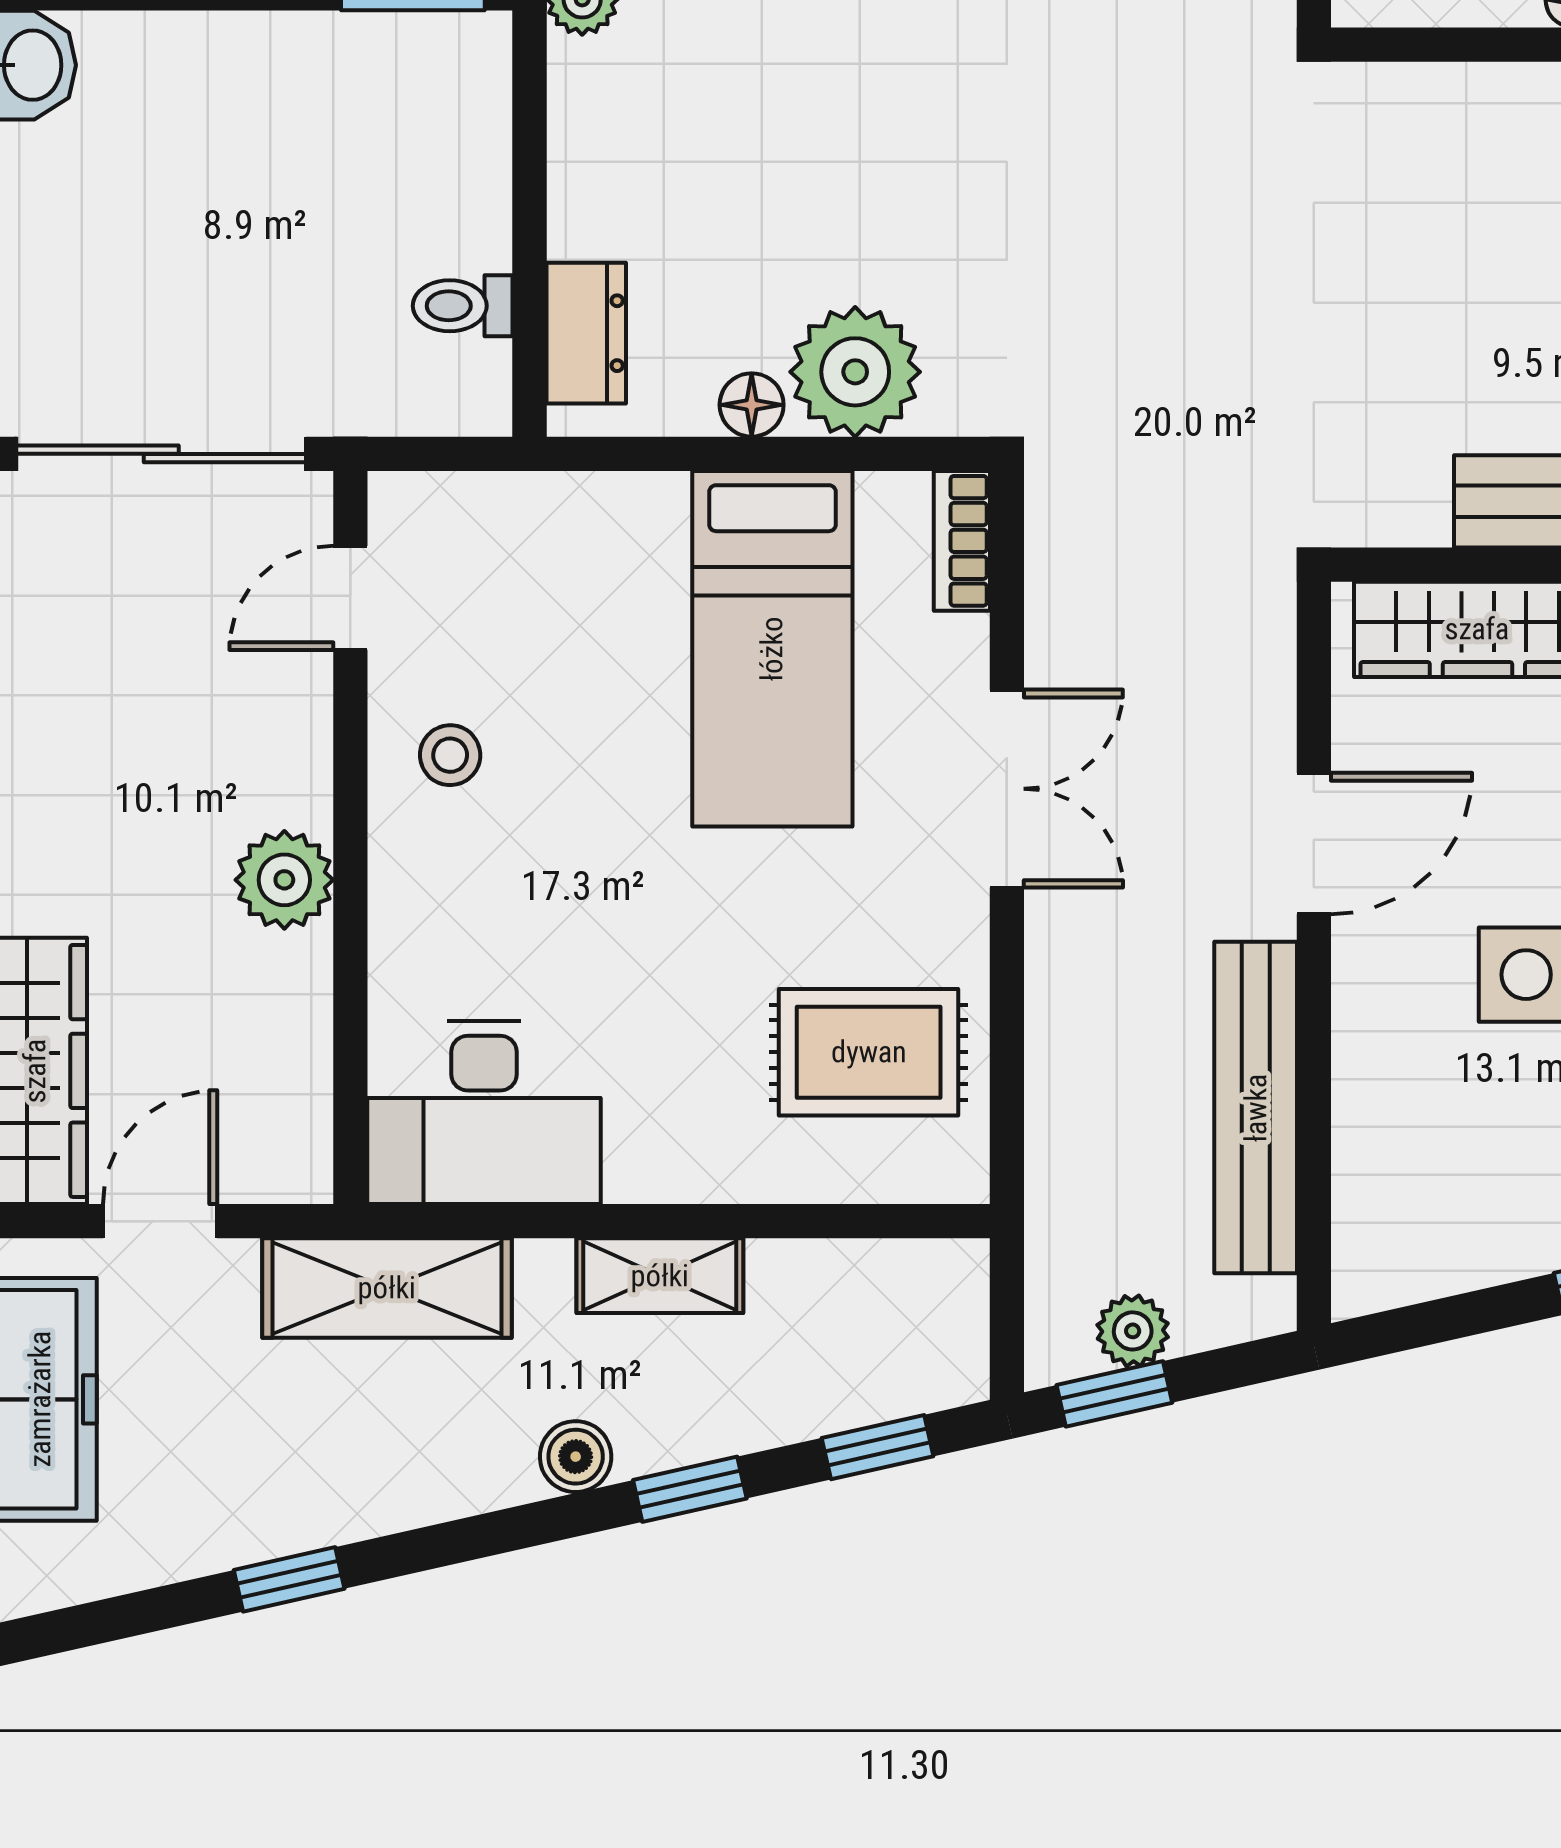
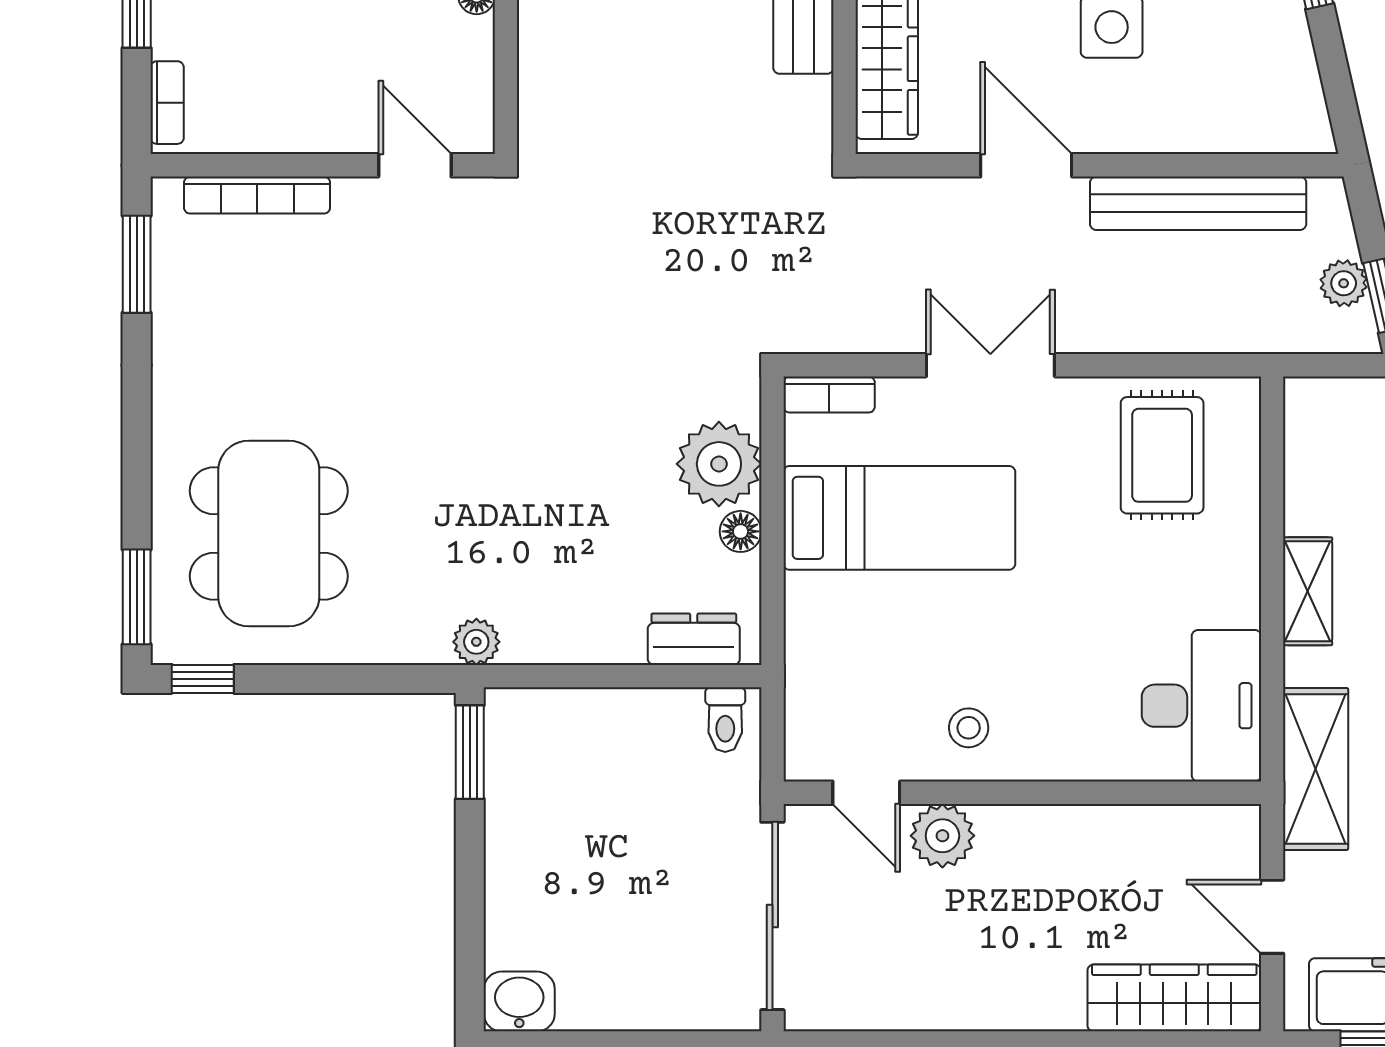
toilet: (463, 306) -> (725, 720), moved
plant: (284, 880) -> (942, 836), moved

